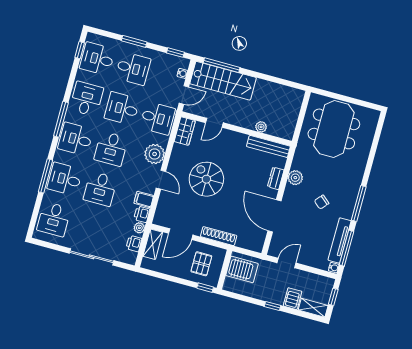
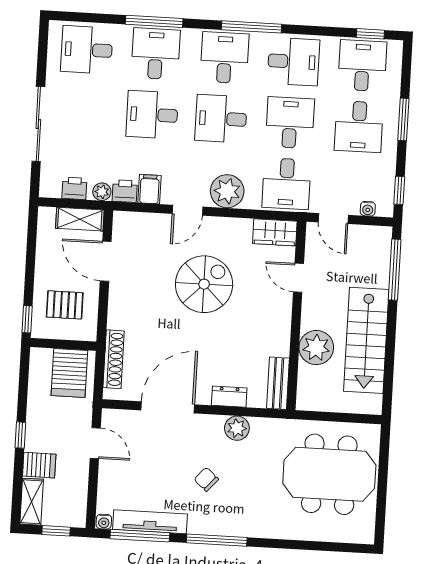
stairs: (223, 81) -> (366, 340), moved
plant: (261, 127) -> (316, 348), width x1.88, depth x1.88
bench: (268, 146) -> (278, 383), width x0.73
shoe rack: (219, 236) -> (114, 359), moved

